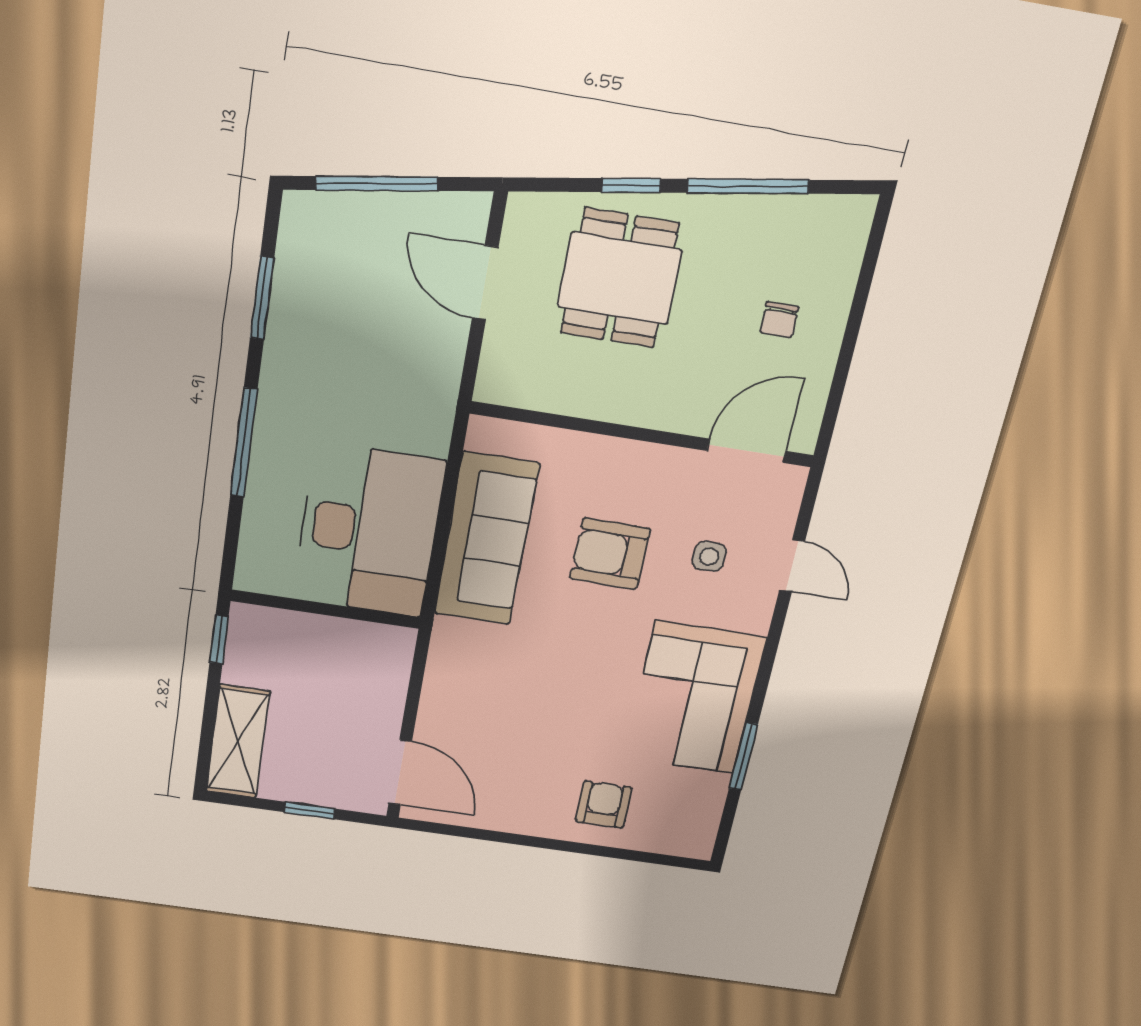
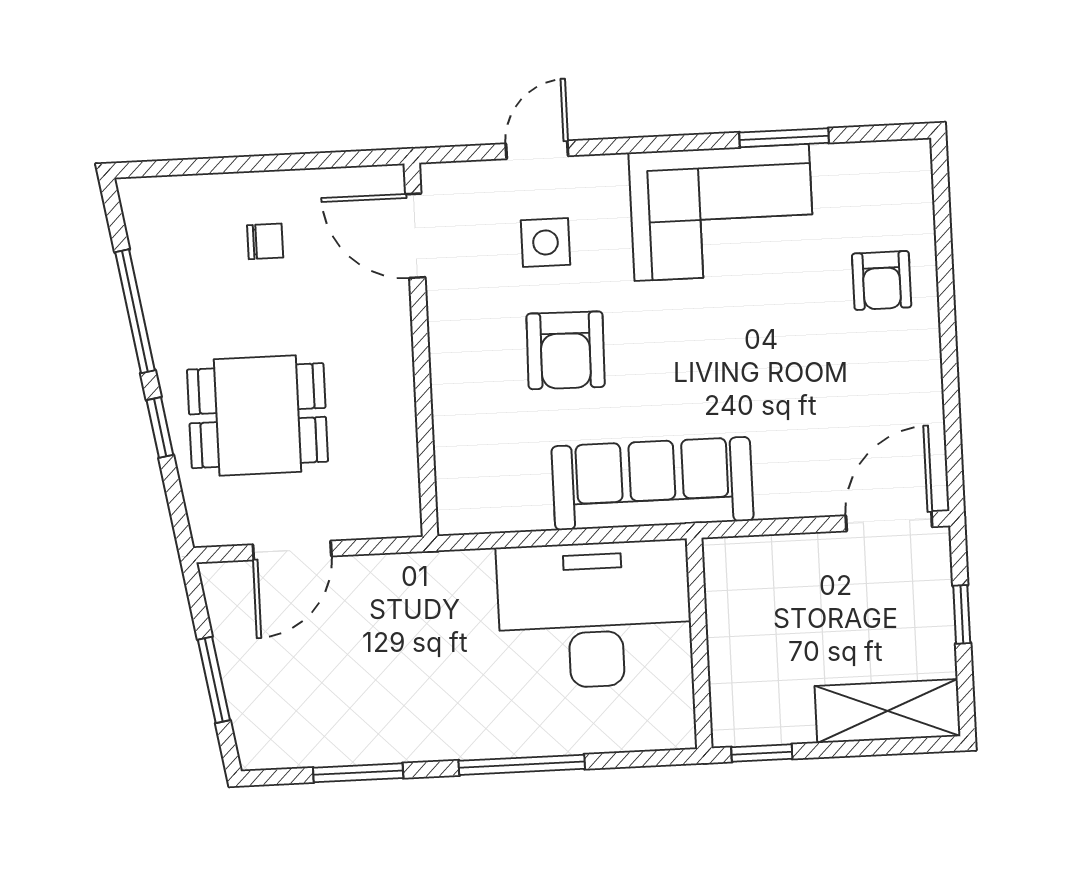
window: (377, 184) -> (214, 680), width x0.69
sofa: (486, 539) -> (652, 483), moved
side table: (709, 556) -> (546, 242), width x1.37, depth x1.37
armchair: (604, 805) -> (882, 280), turned -90

